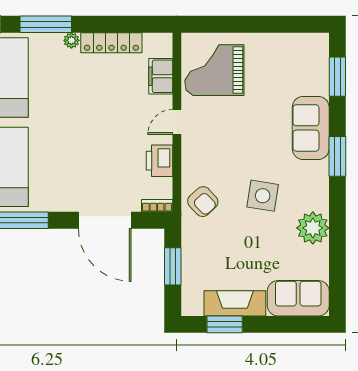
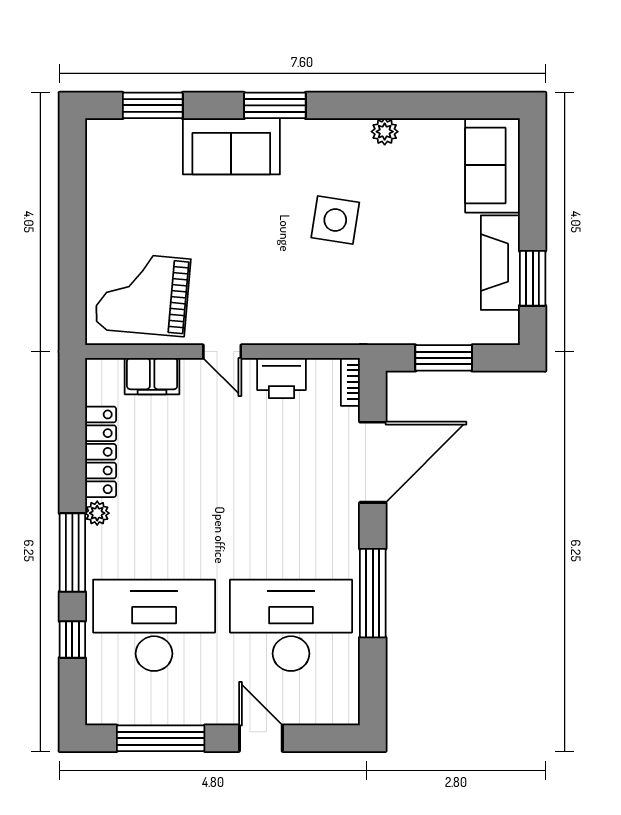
grand piano: (214, 70) -> (143, 294), turned 95
armchair: (203, 202) -> (344, 312), removed
plant: (313, 228) -> (385, 132), width x0.53, depth x0.53

